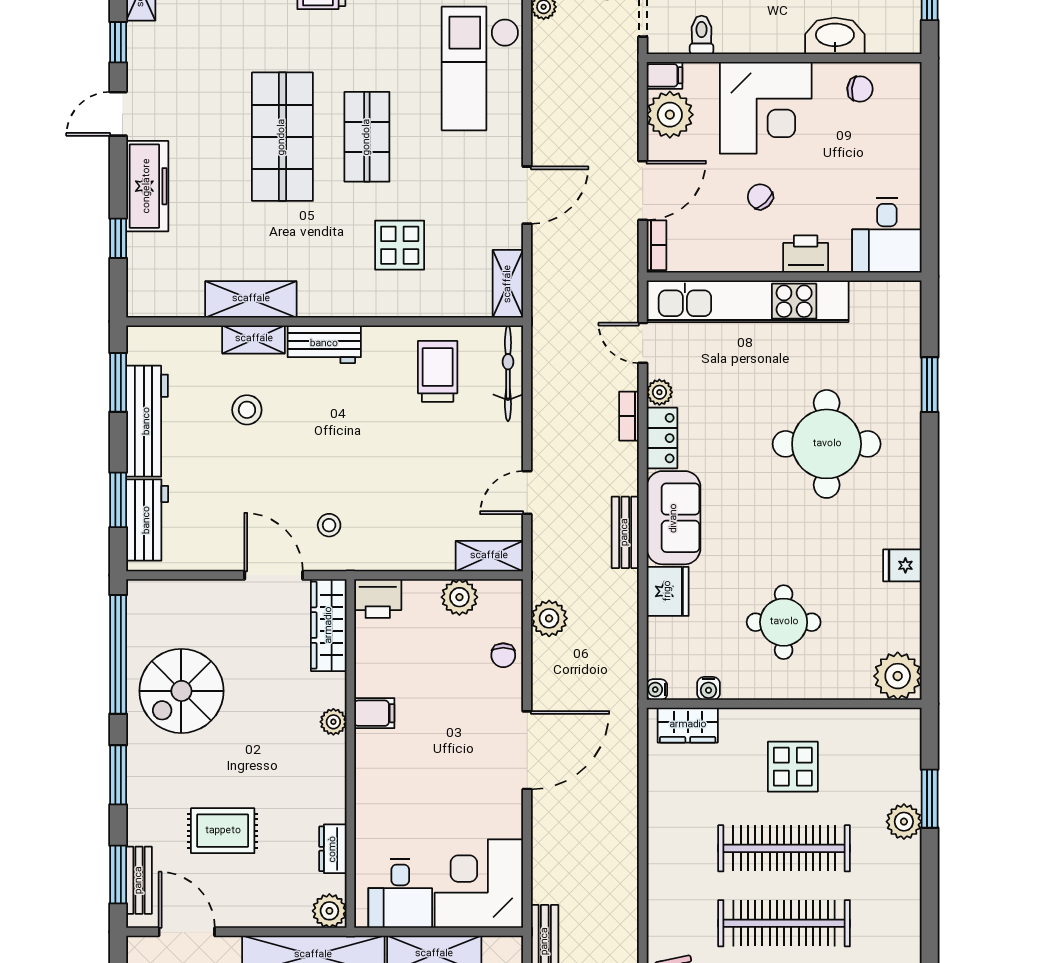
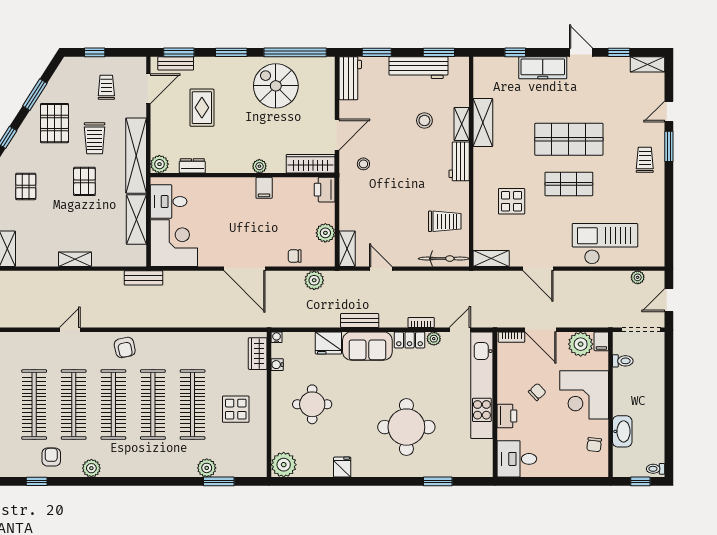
workbench: (147, 520) -> (350, 78), moved, turned -90

